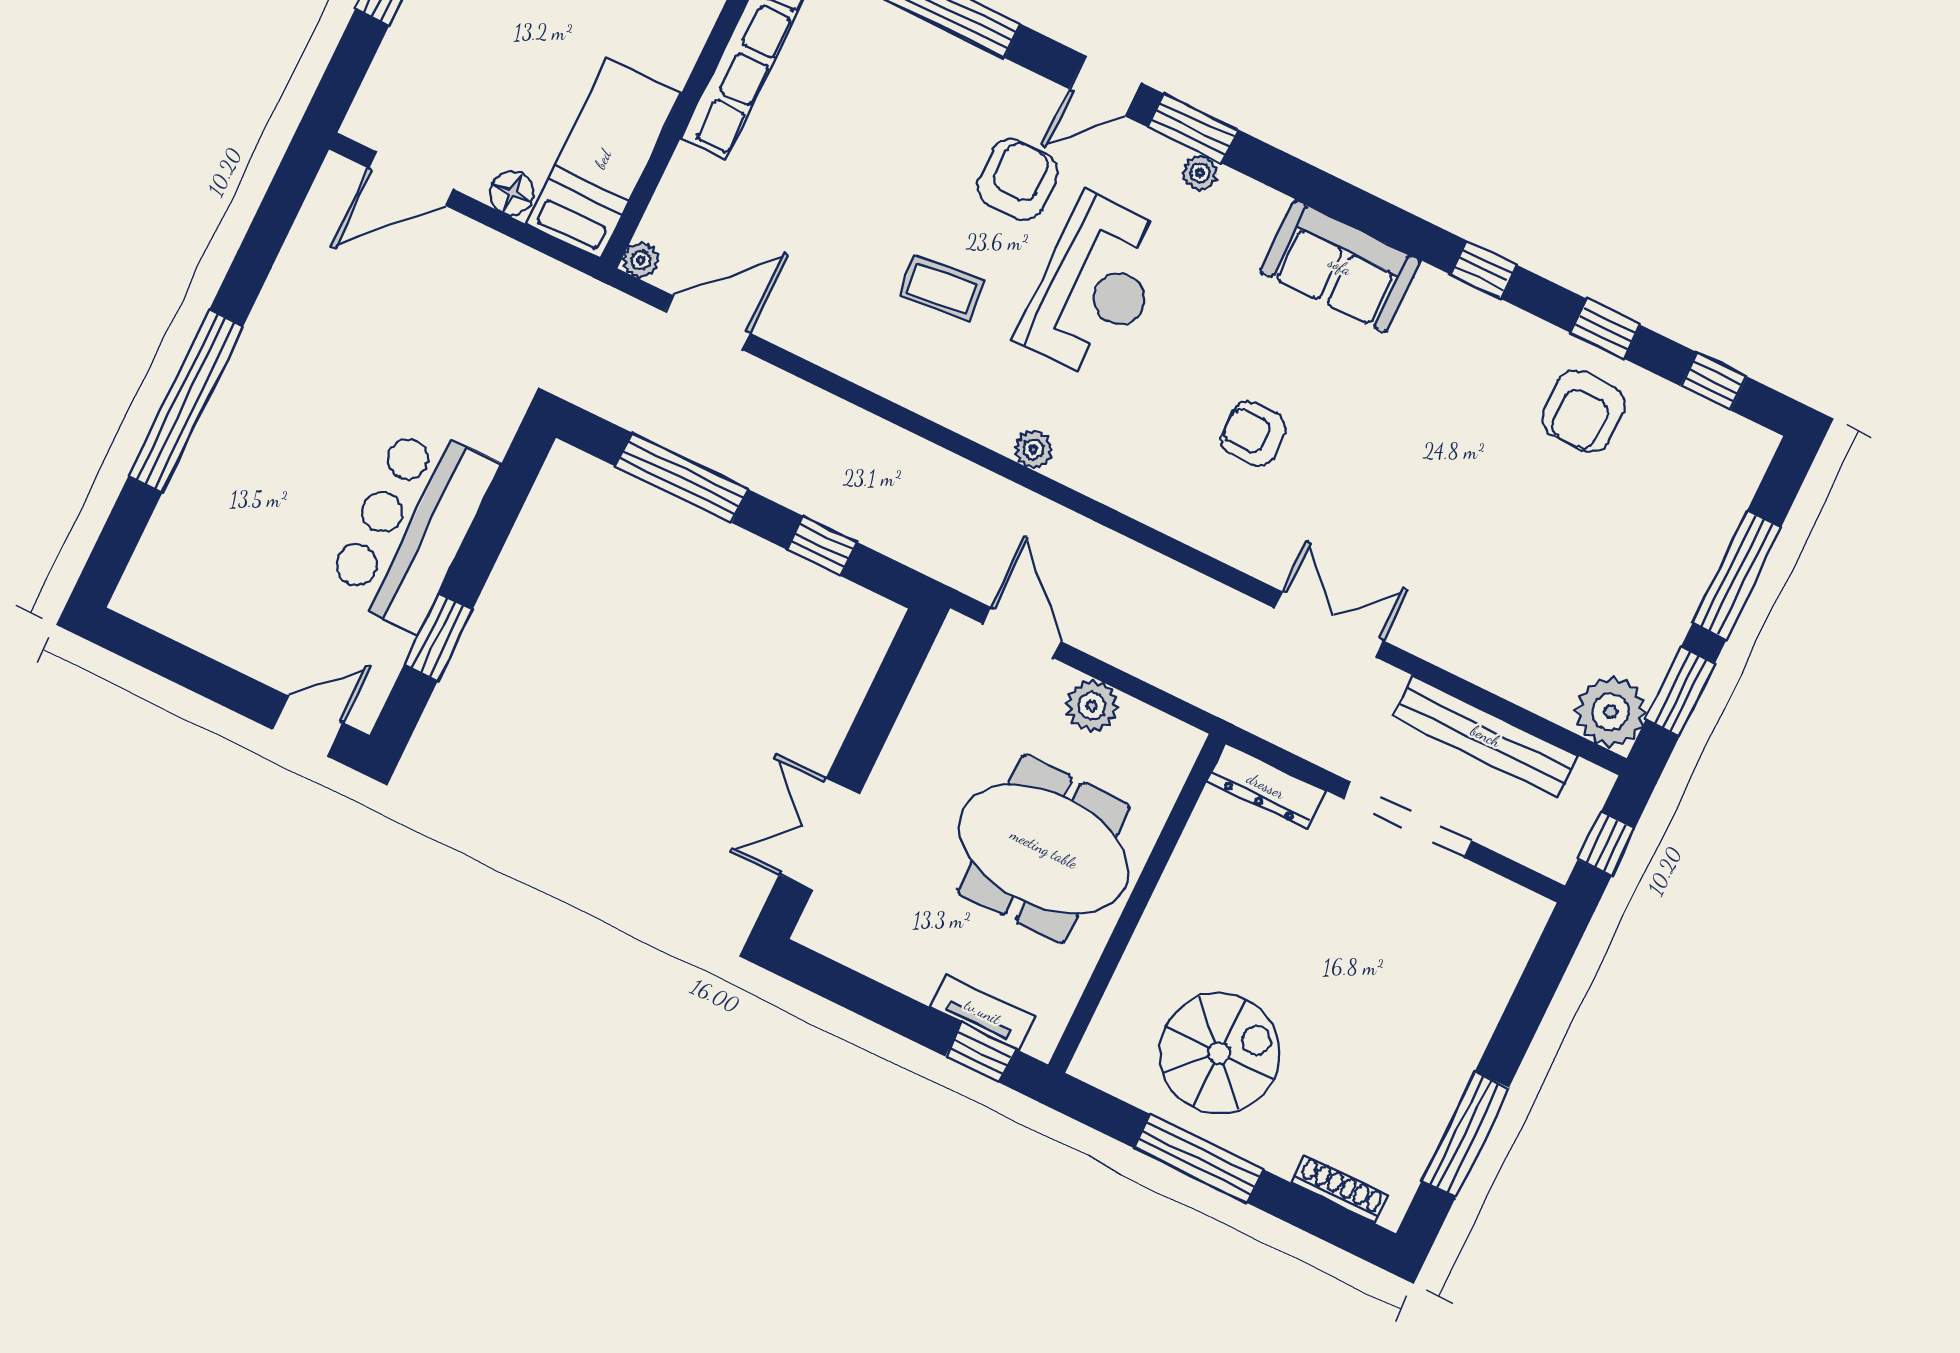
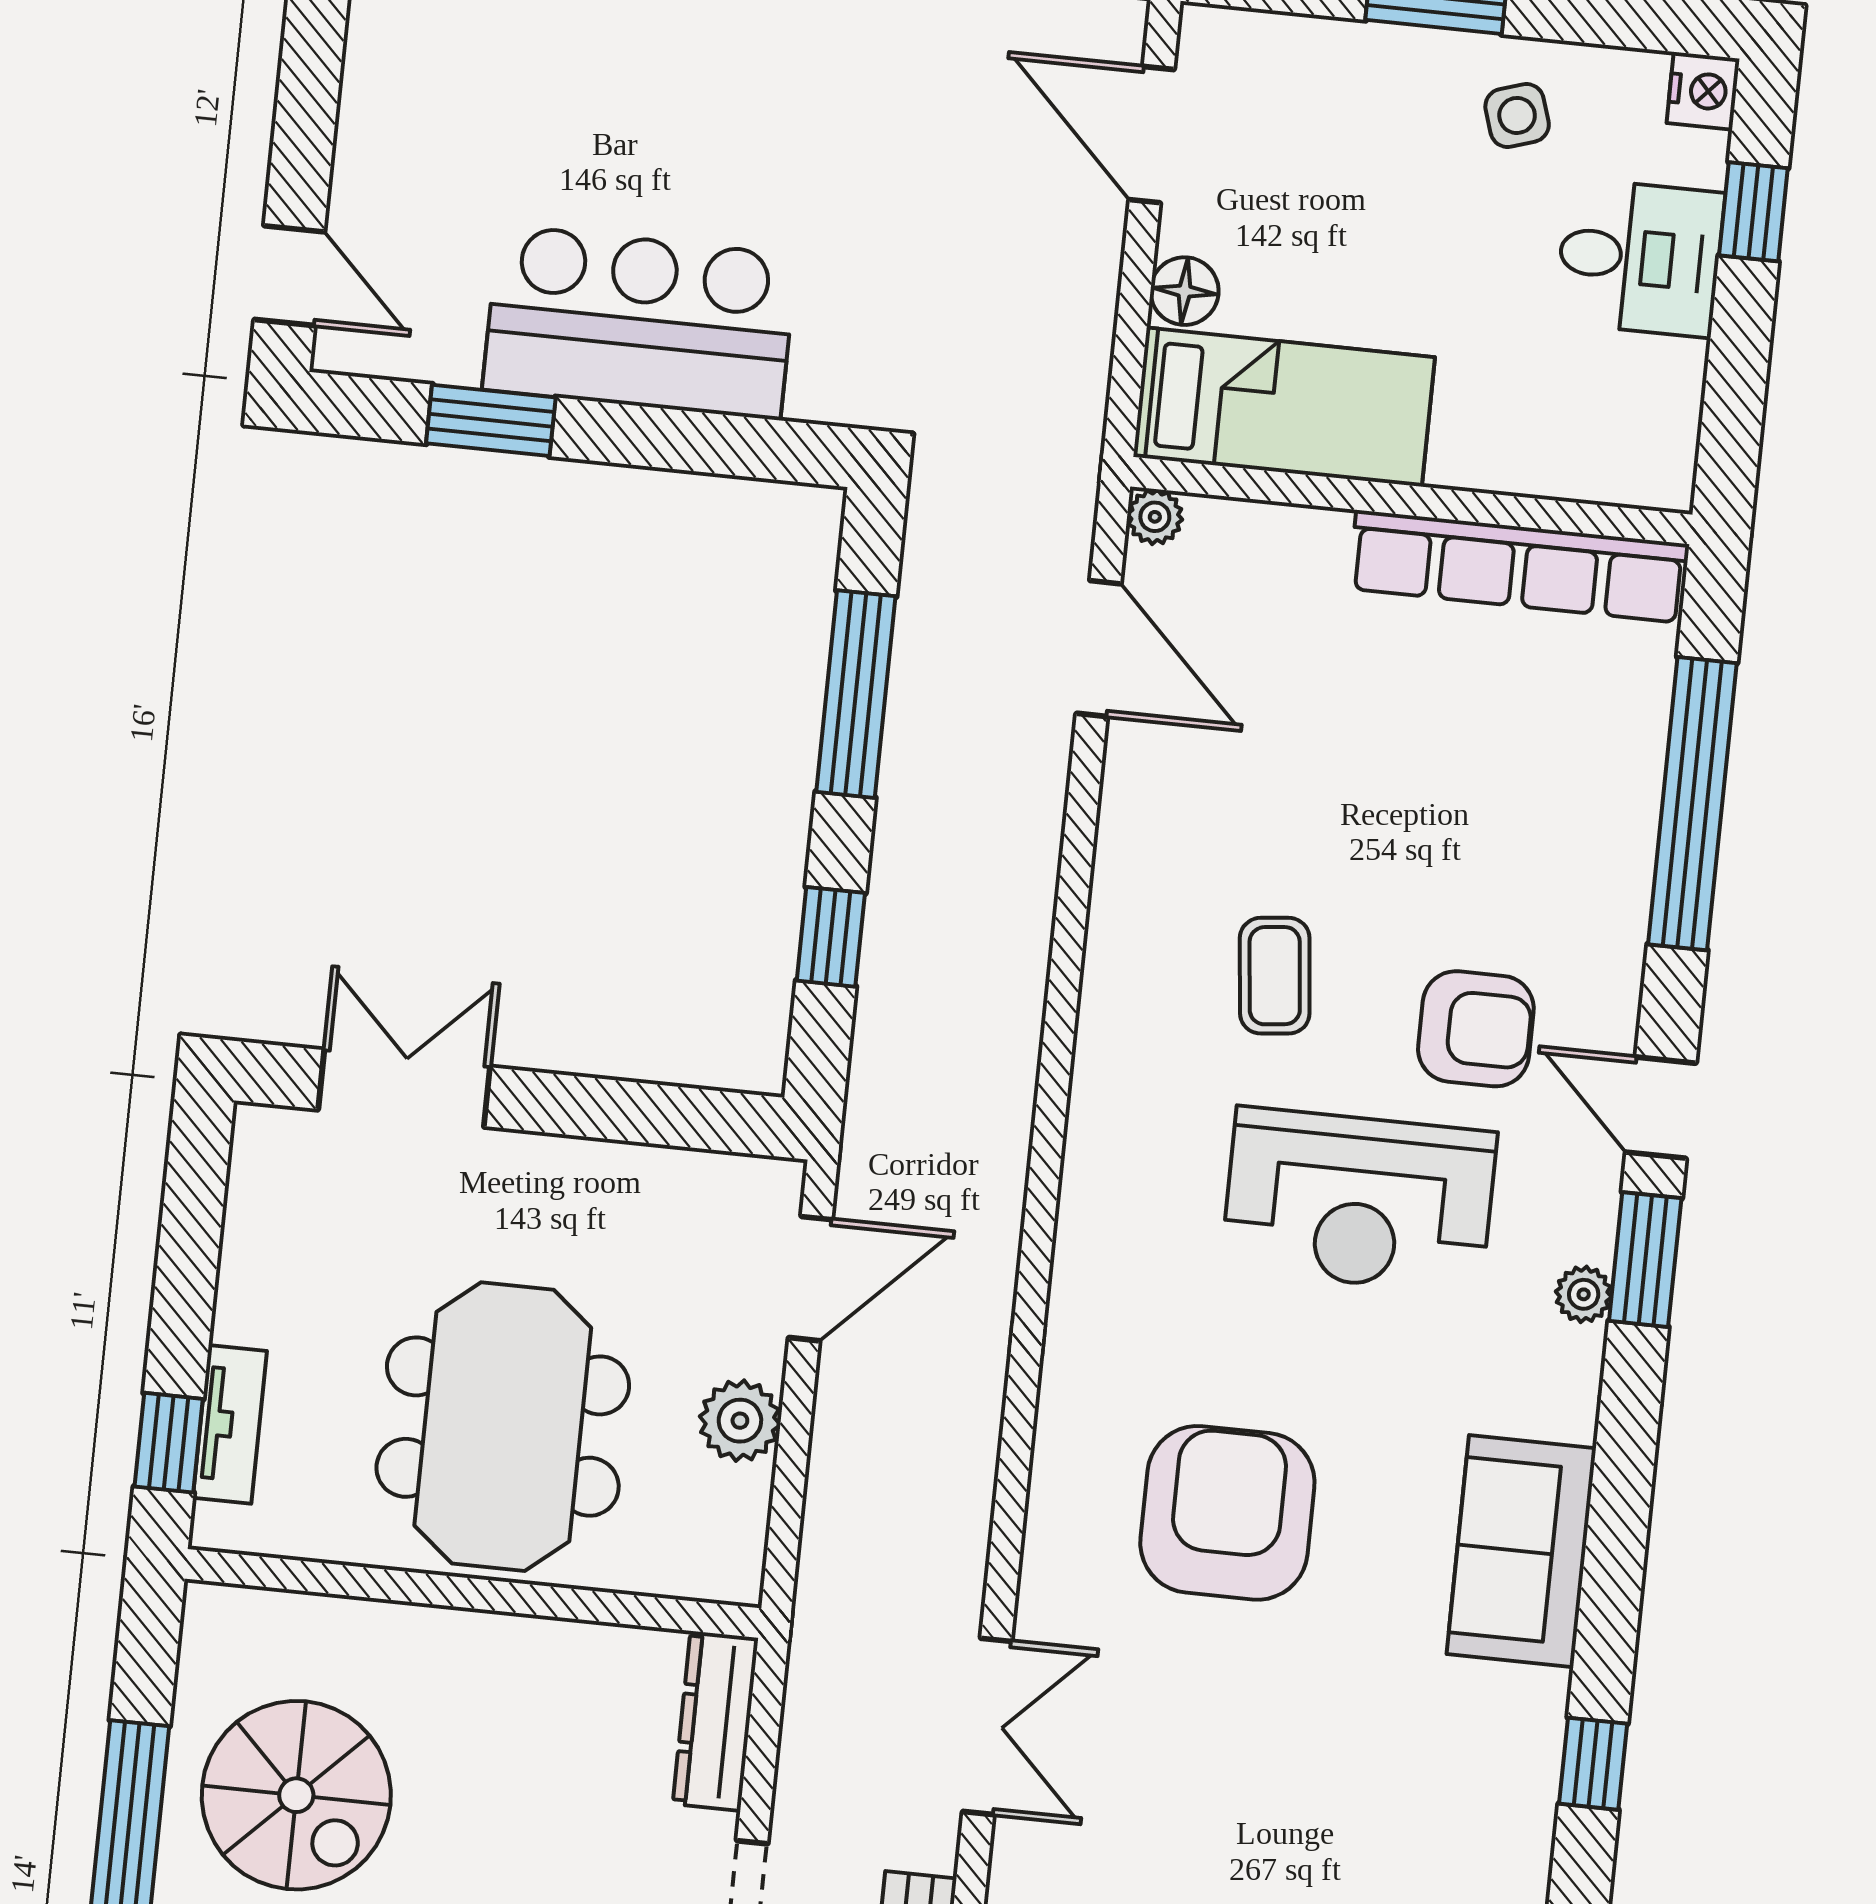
armchair: (1253, 434) -> (1227, 1513), width x1.88, depth x1.88
plant: (1033, 449) -> (1087, 1197), removed

